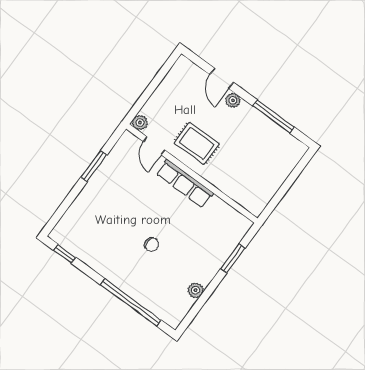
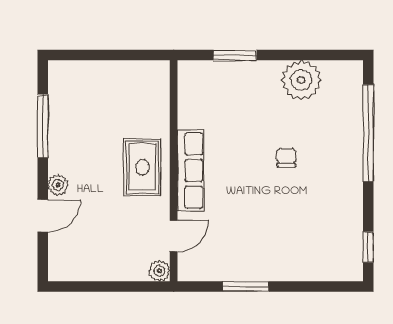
rug: (197, 143) -> (142, 167), moved
plant: (195, 290) -> (301, 80), width x1.87, depth x1.87

